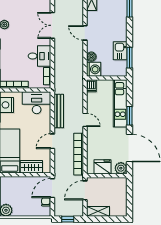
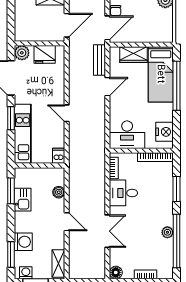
washing machine: (94, 69) -> (23, 242), moved, turned 180
bench: (59, 111) -> (99, 60), moved, width x0.73
bookcase: (79, 154) -> (75, 70), removed

